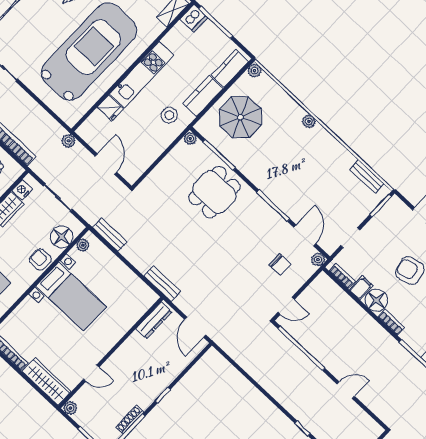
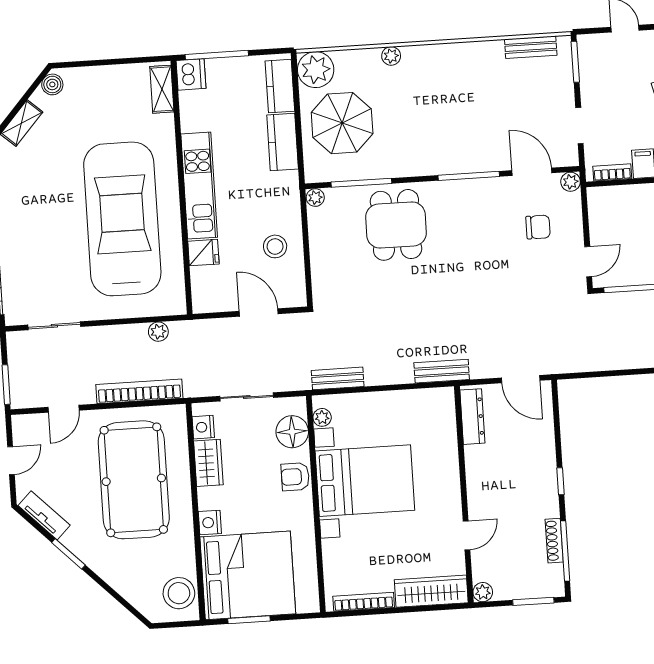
plant: (255, 71) -> (316, 70), width x1.88, depth x1.88
stool: (169, 115) -> (275, 246), moved
plant: (309, 121) -> (391, 56), moved
plant: (69, 141) -> (158, 332), moved
bed with nightstands: (71, 296) -> (365, 481), width x1.36

